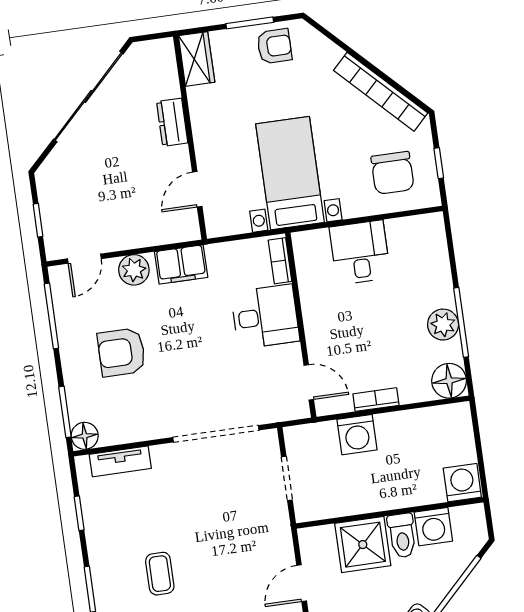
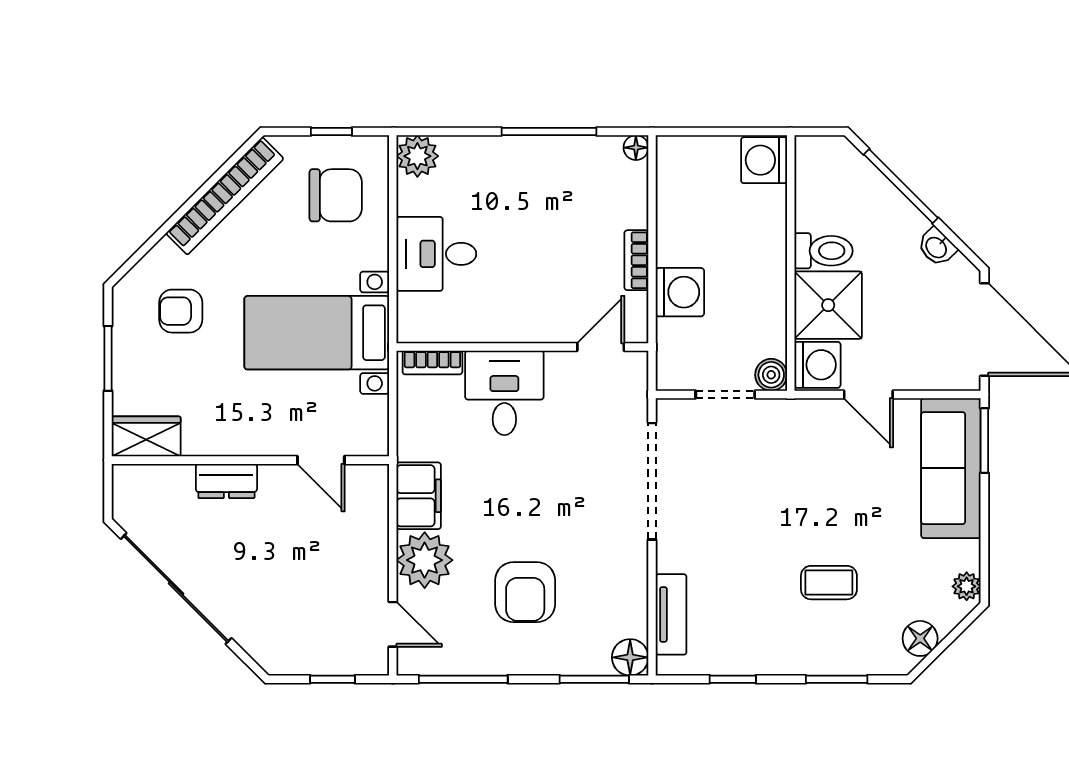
armchair: (274, 46) -> (181, 311), moved, turned -90
plant: (134, 270) -> (425, 560), width x1.36, depth x1.36
plant: (443, 325) -> (417, 156), moved
floor lamp: (449, 381) -> (636, 148), width x0.53, depth x0.53
boiler: (306, 510) -> (771, 375), added
washing machine: (433, 527) -> (817, 365), moved

